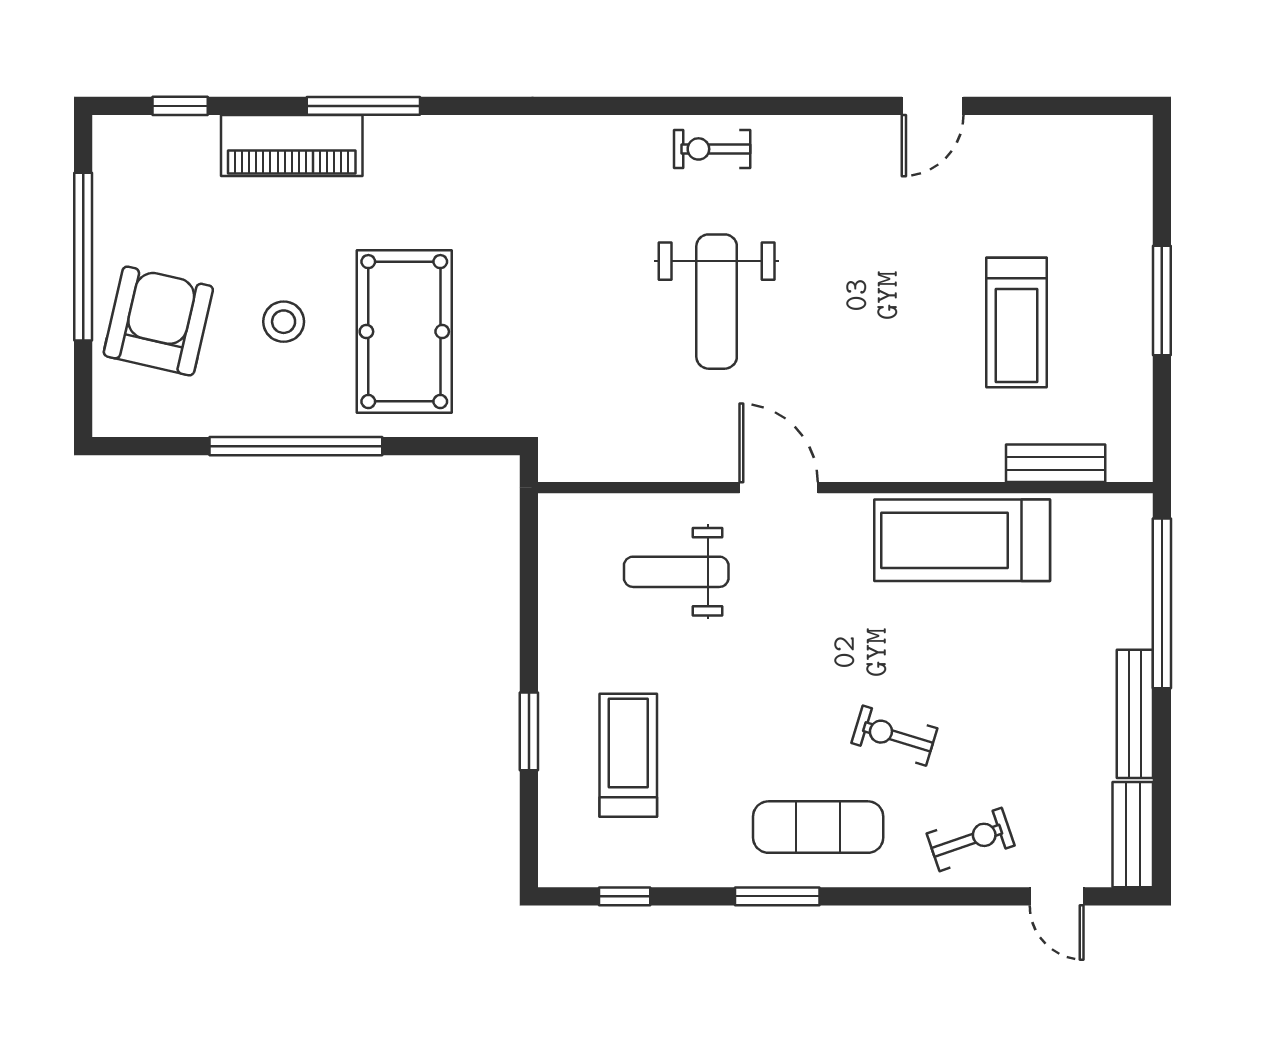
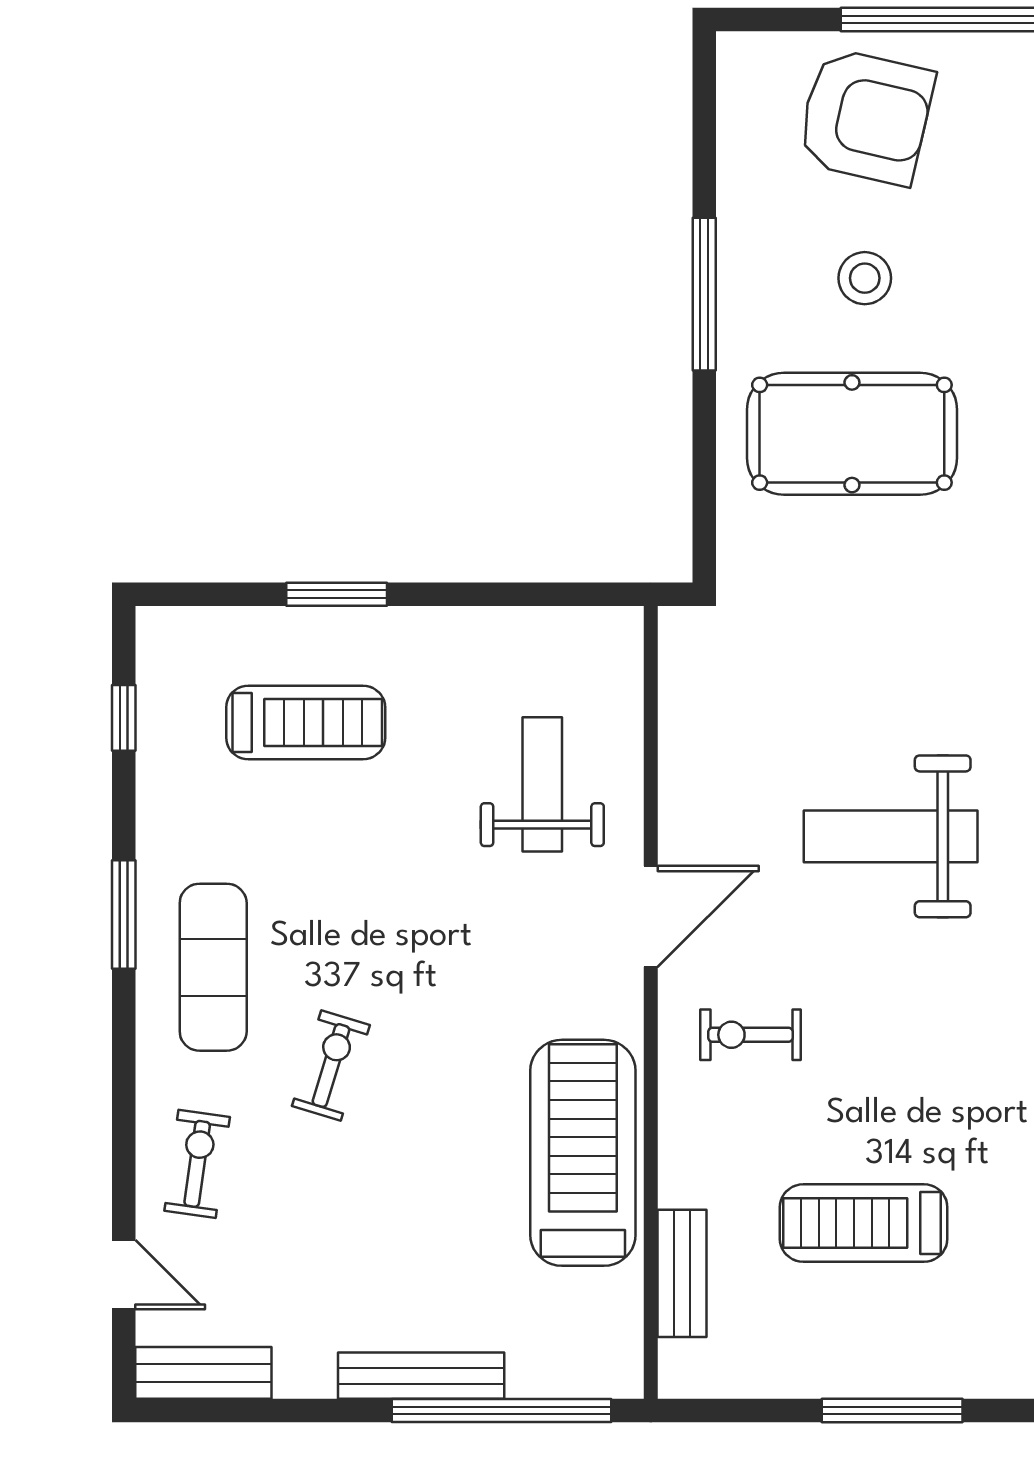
exercise bike: (870, 410) -> (750, 1035), added
window: (296, 446) -> (704, 294), width x0.68
bench: (1135, 714) -> (421, 1376), moved
exercise bike: (971, 839) -> (197, 1164), turned -153
door: (1057, 896) -> (124, 1275), swing flipped

